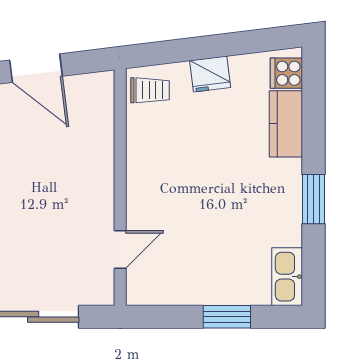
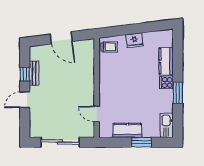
cooker: (286, 73) -> (166, 82), moved
door: (120, 249) -> (97, 114), swing flipped
kitchen counter: (193, 289) -> (127, 130), added

